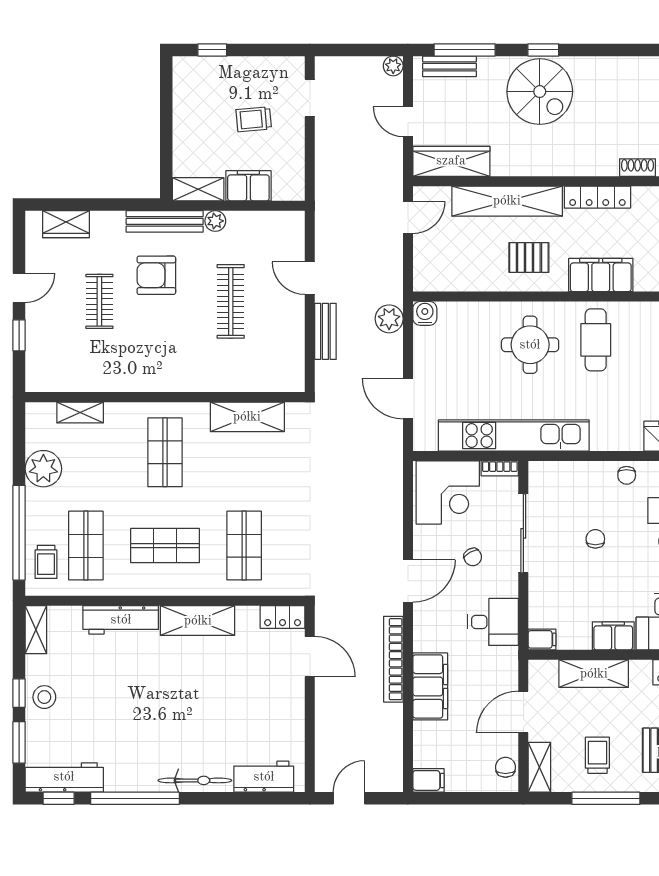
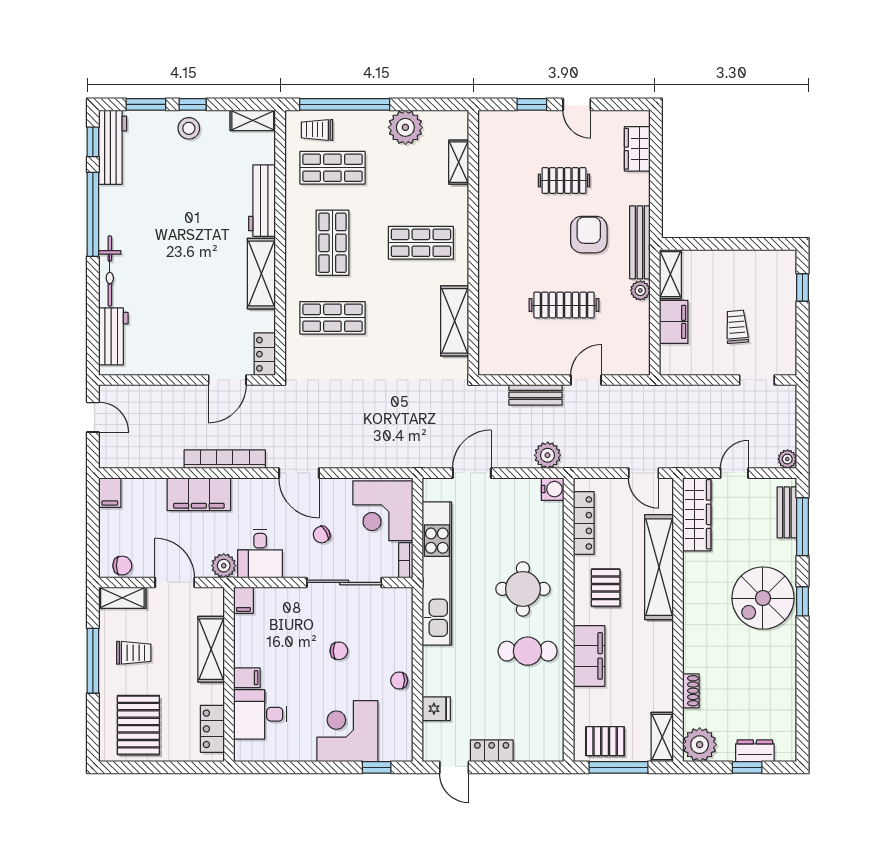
locker: (597, 197) -> (584, 523), moved, turned 180
filing cabinet: (613, 636) -> (247, 678), width x0.50
plant: (506, 660) -> (224, 566), added

